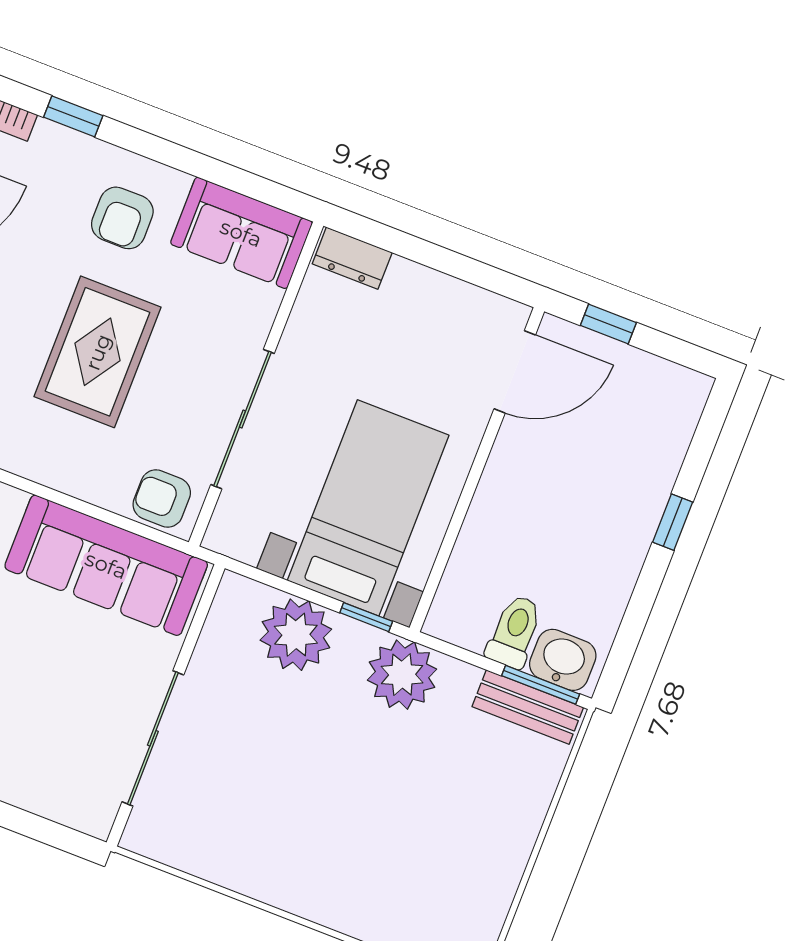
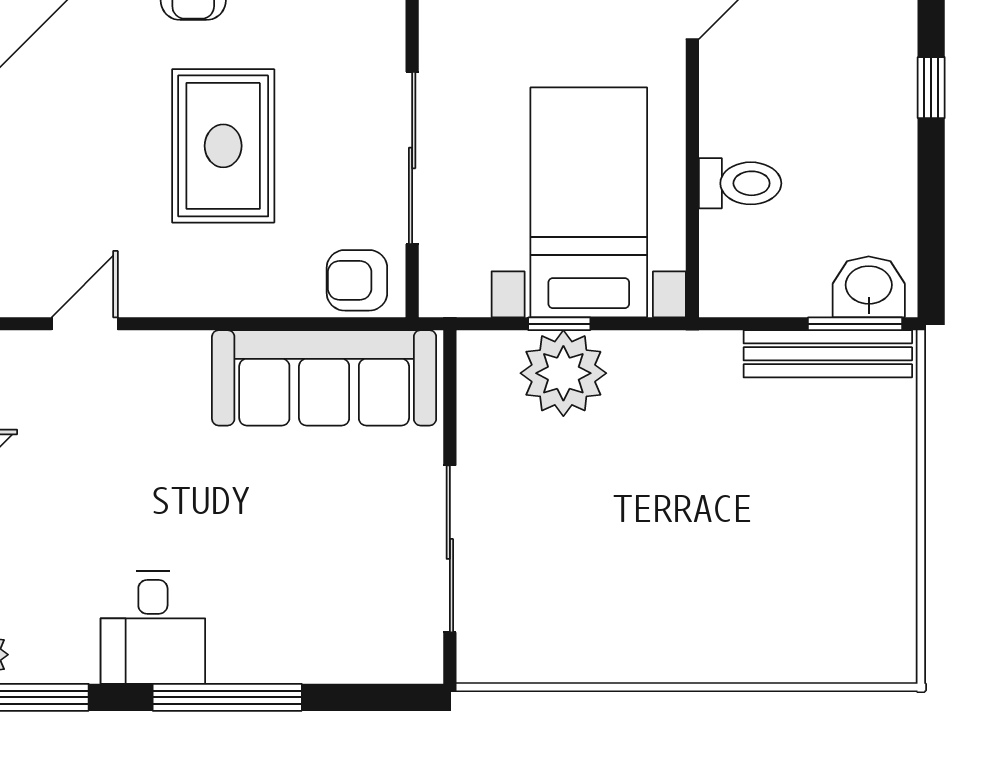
window: (366, 617) -> (559, 324), moved
toilet: (515, 631) -> (740, 183), moved, turned 90
plant: (402, 675) -> (698, 372), removed
bench: (528, 707) -> (828, 354), width x1.36

